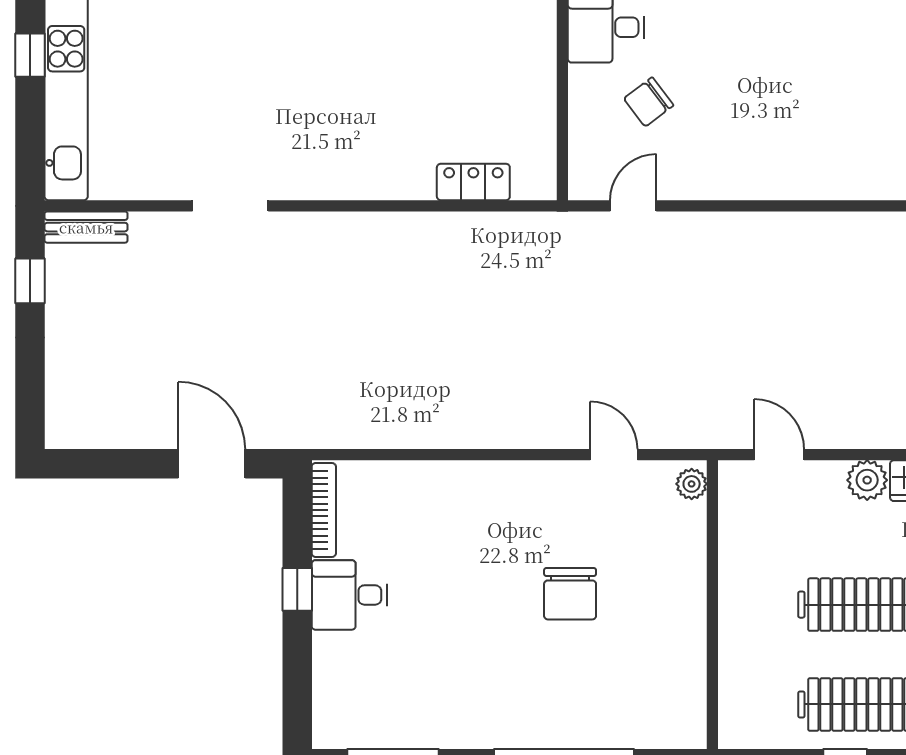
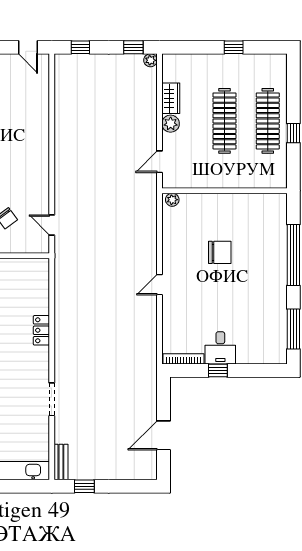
locker: (473, 182) -> (41, 330), moved
door: (614, 455) -> (159, 285), moved
door: (212, 464) -> (163, 435), moved

